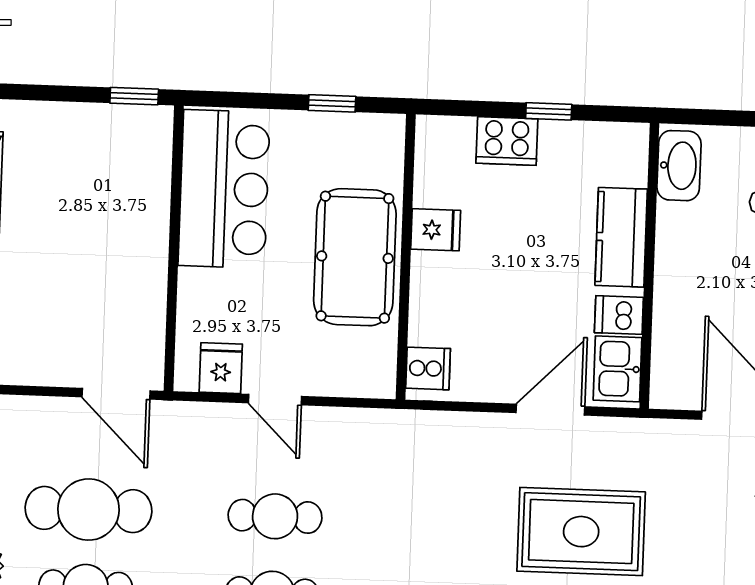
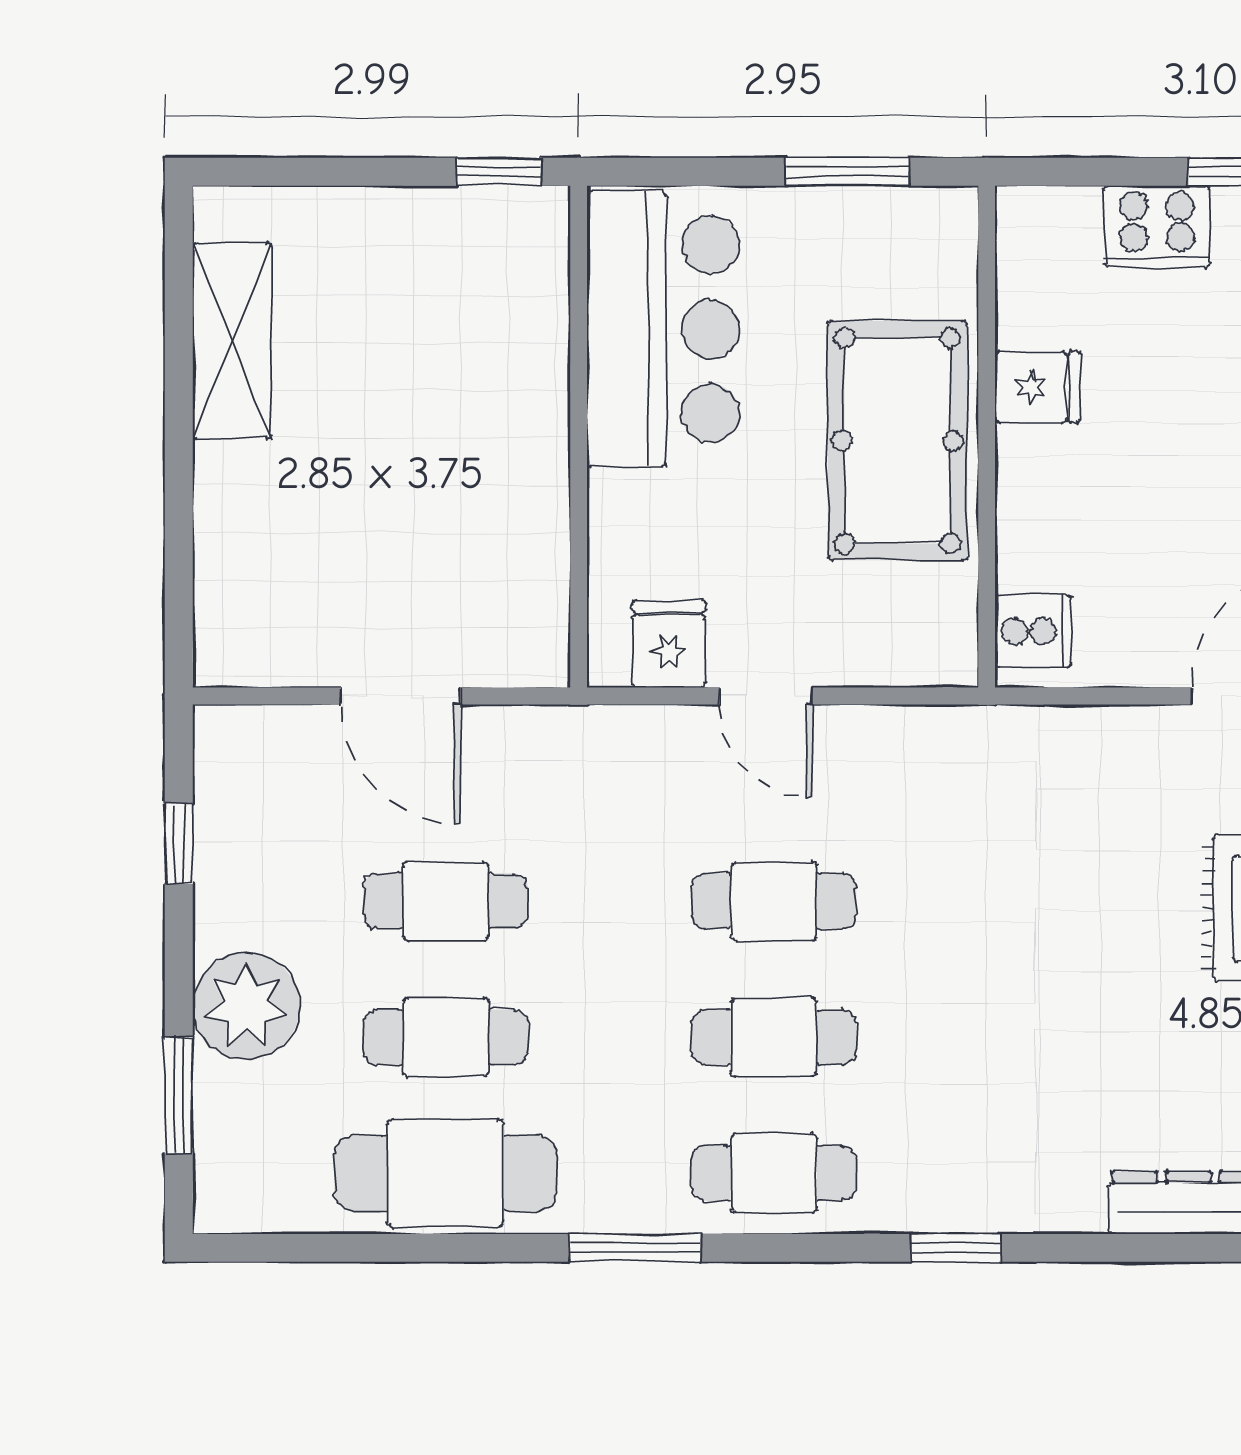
window: (332, 103) -> (847, 172), width x1.50
door: (116, 394) -> (401, 696), moved
cafe table: (88, 510) -> (446, 901), width x0.73, depth x0.74

